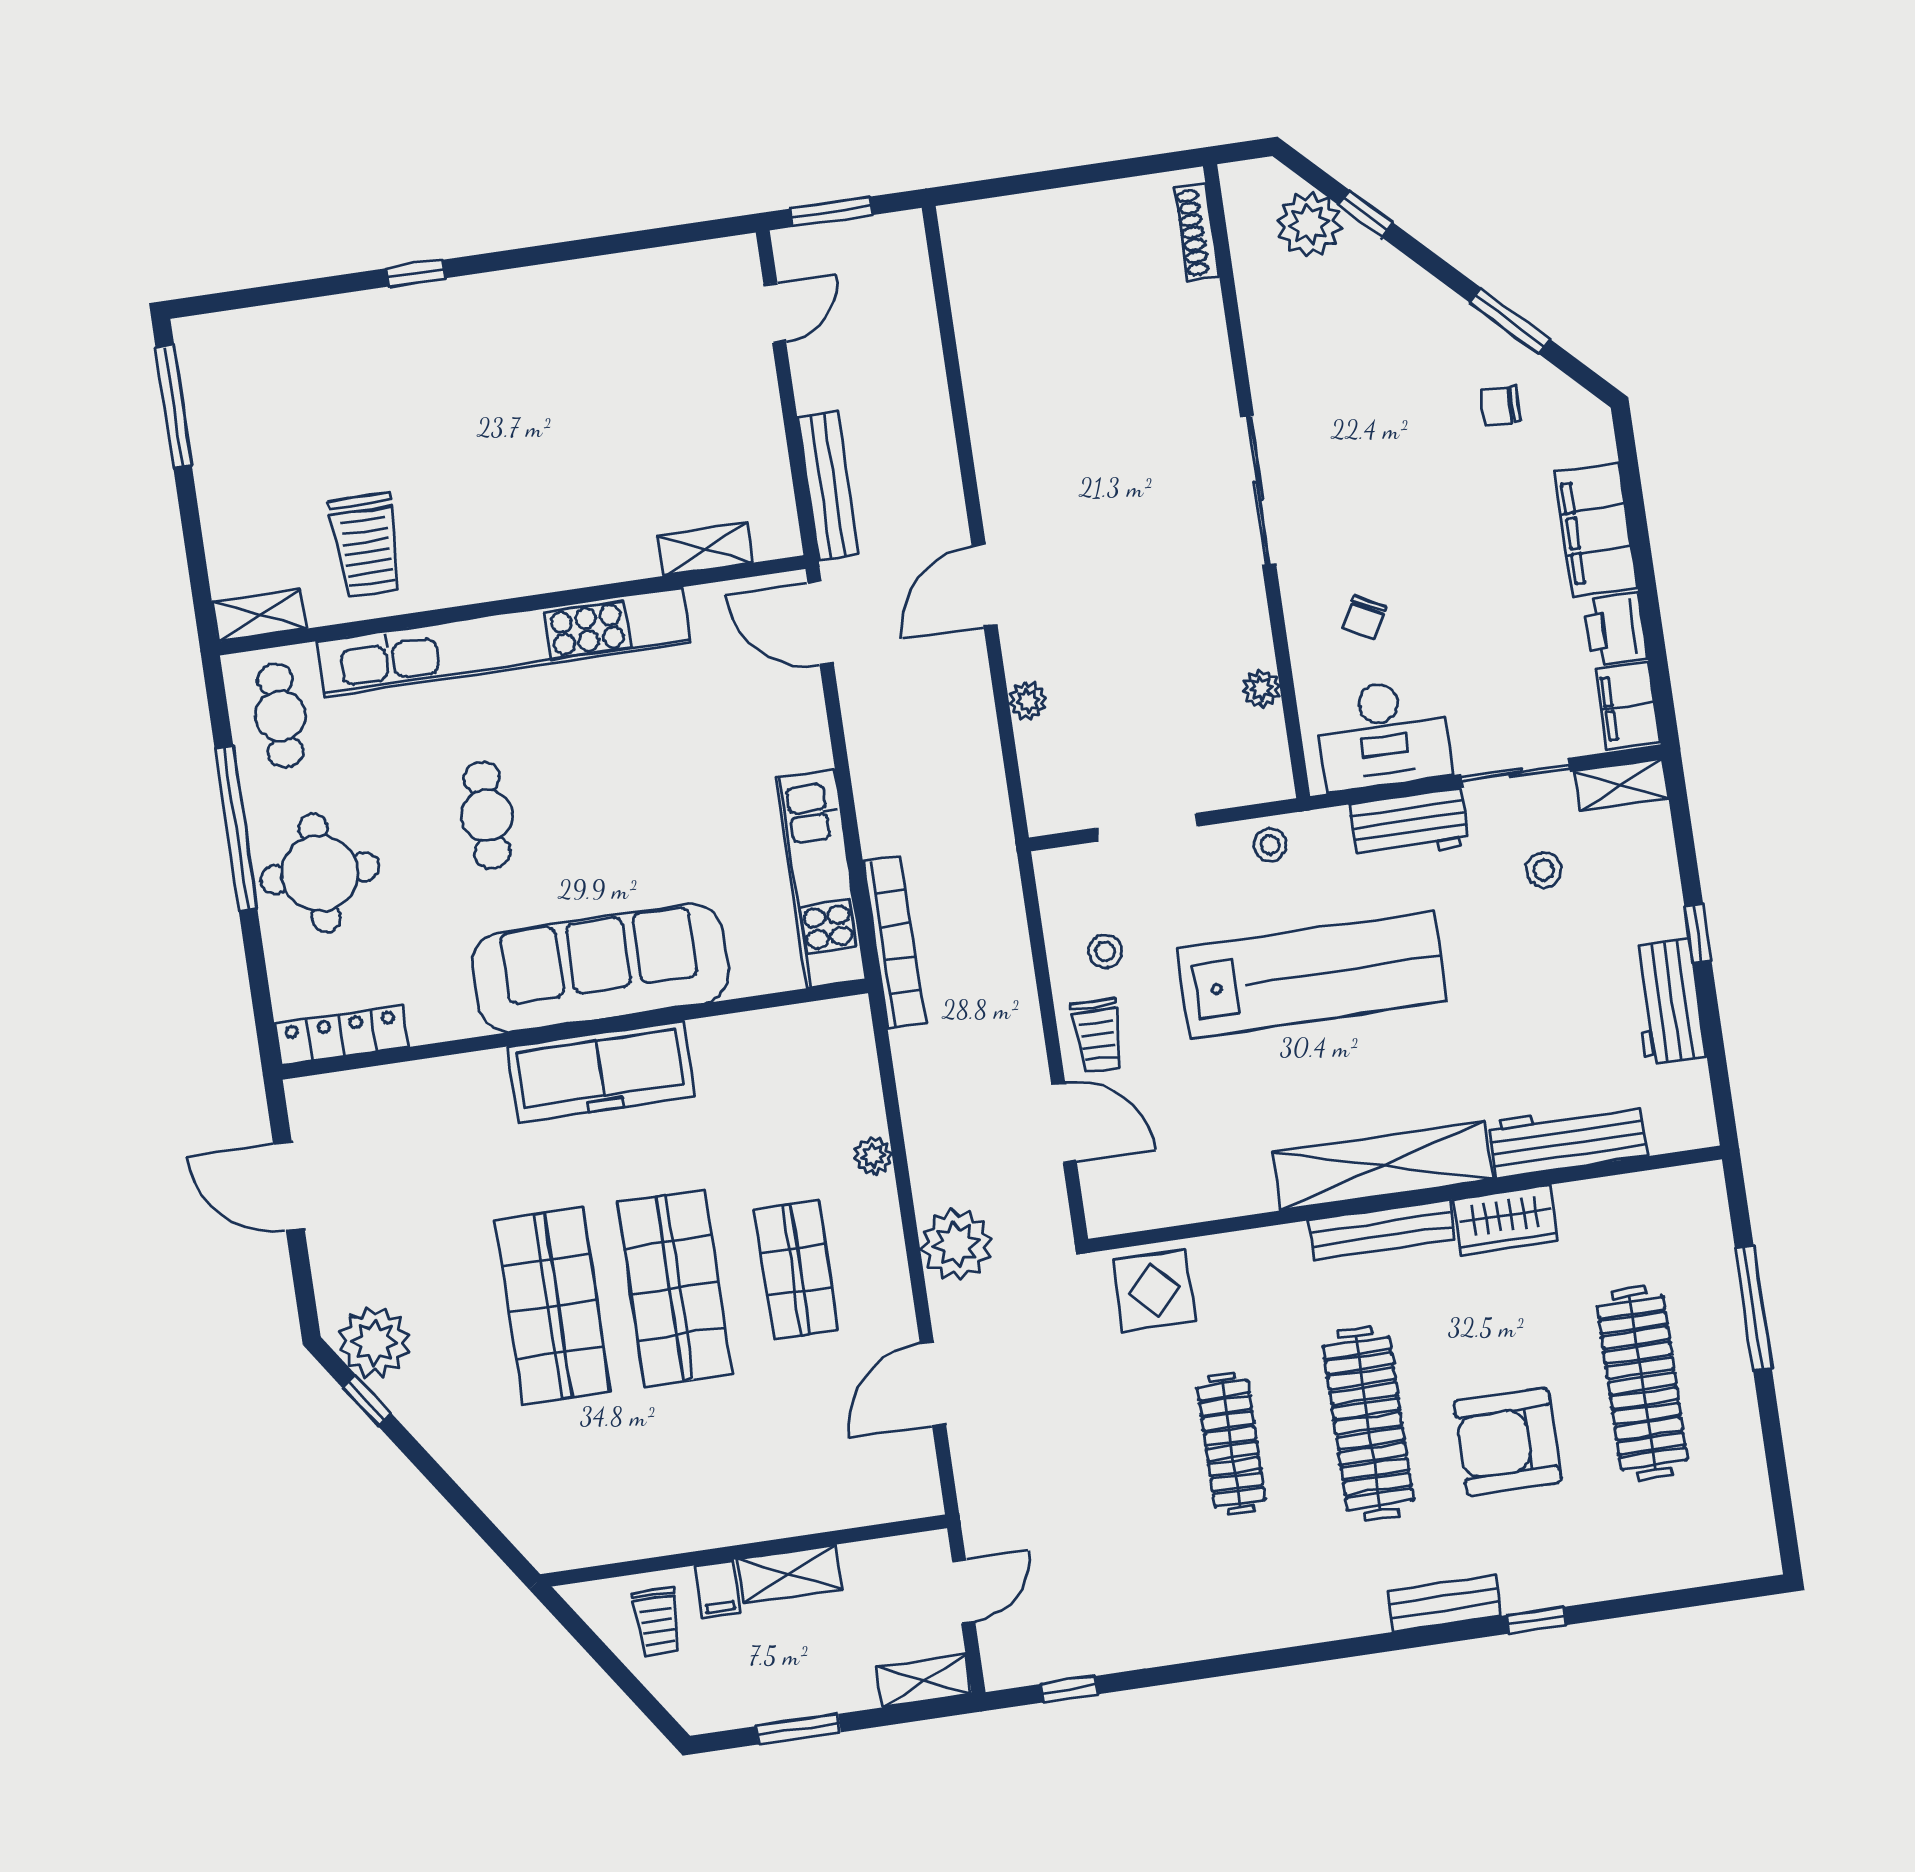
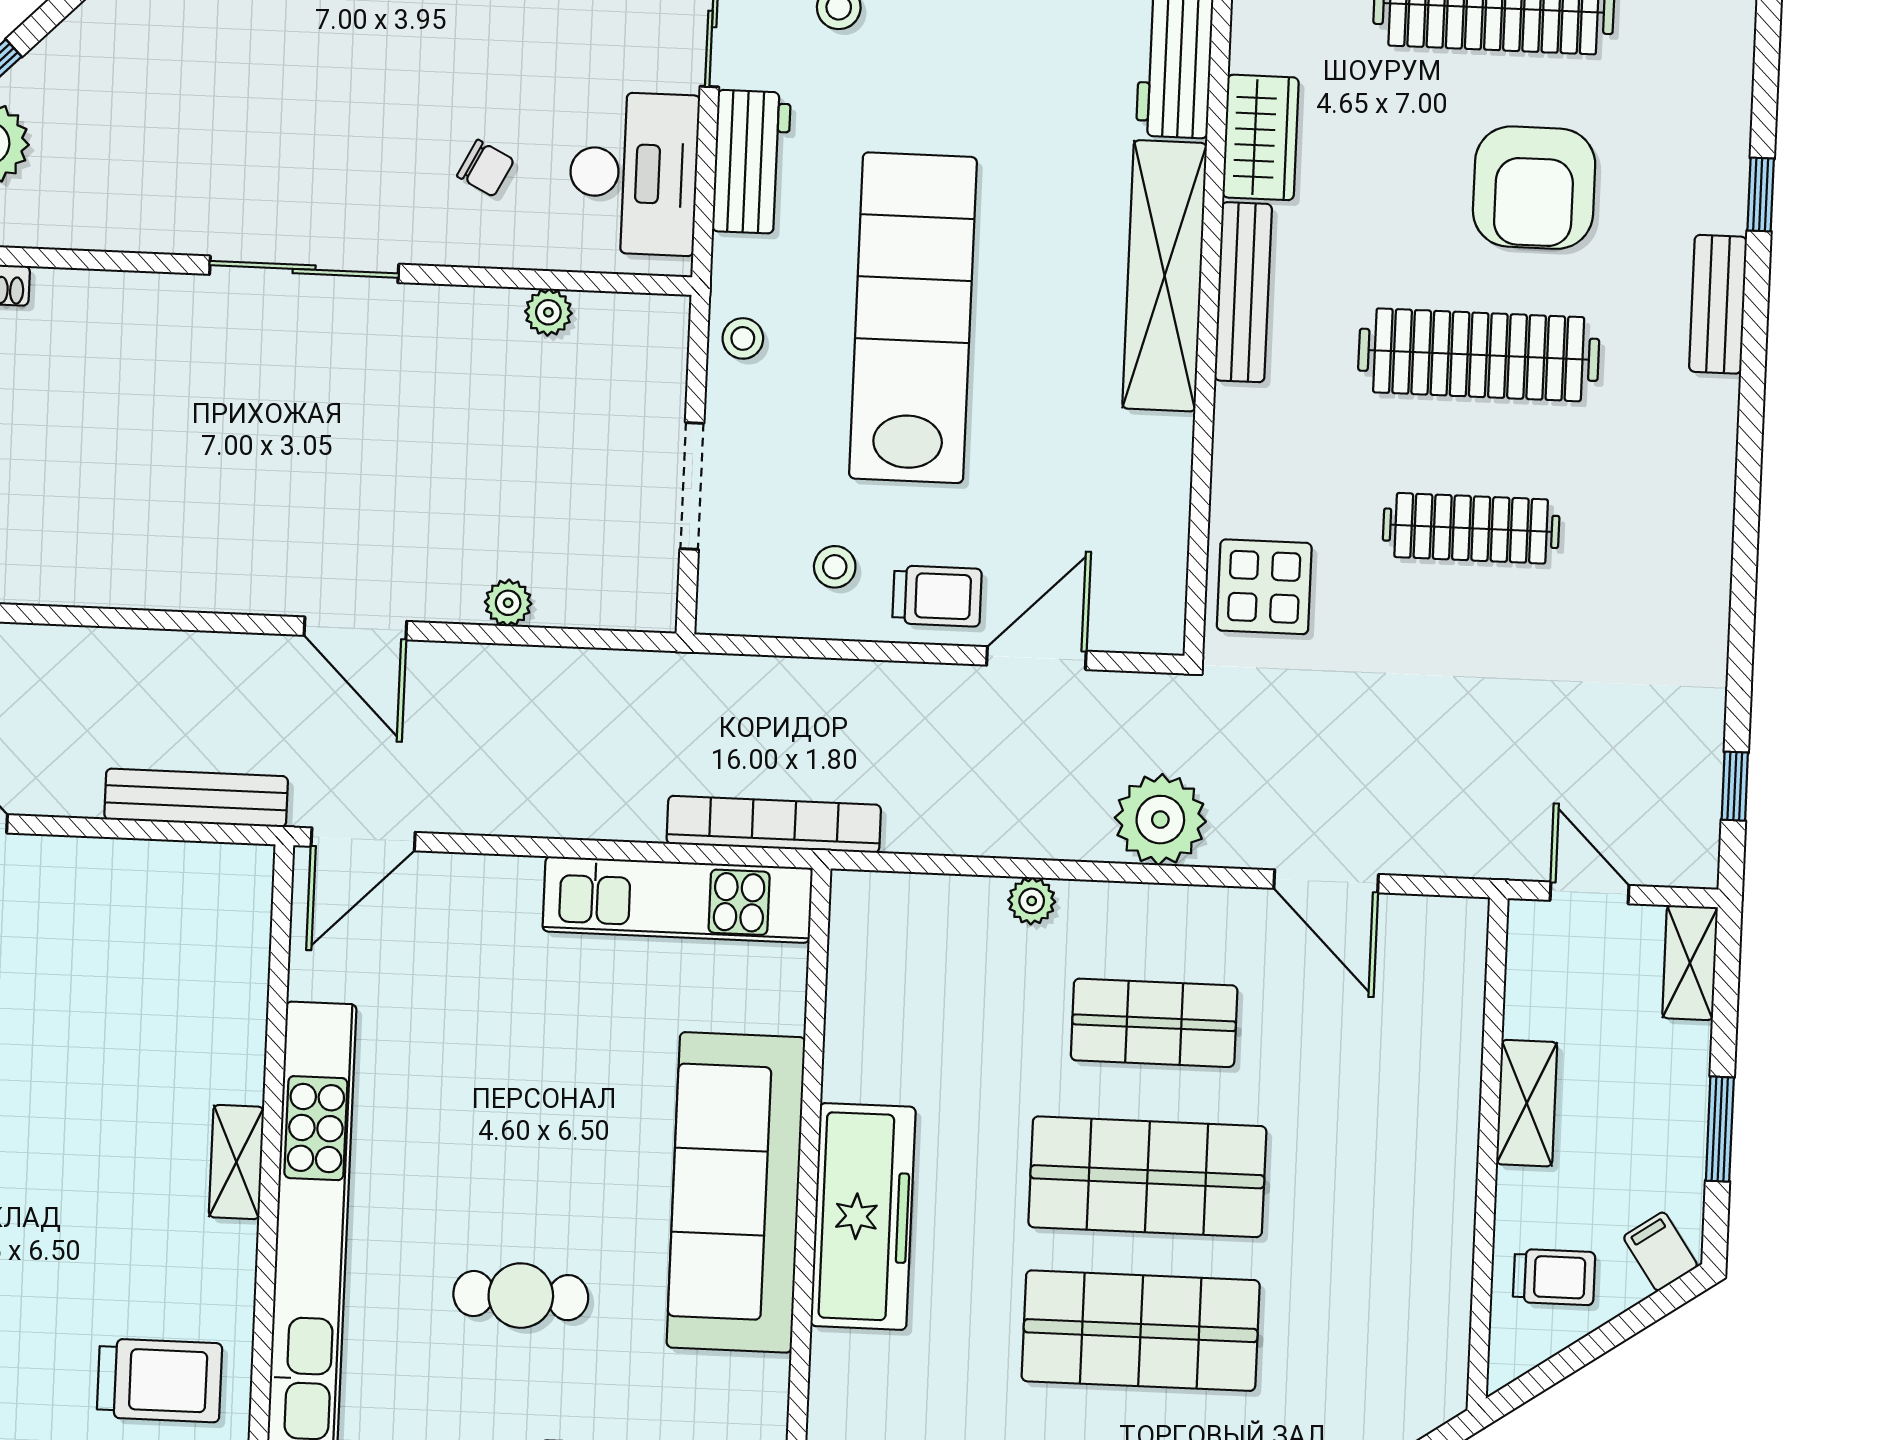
shelving: (705, 549) -> (236, 1162), moved
filing cabinet: (718, 1589) -> (1660, 1251), moved, turned -124

